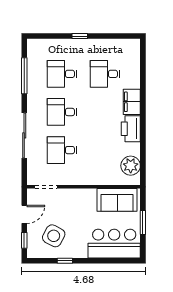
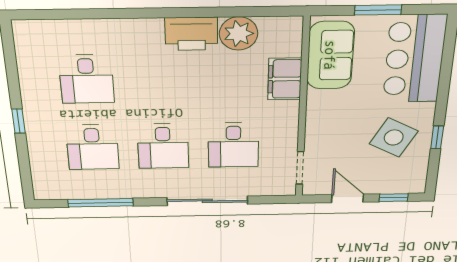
filing cabinet: (132, 102) -> (285, 79), moved, turned 90
plant: (131, 166) -> (239, 34), moved
side table: (54, 236) -> (394, 137), moved

